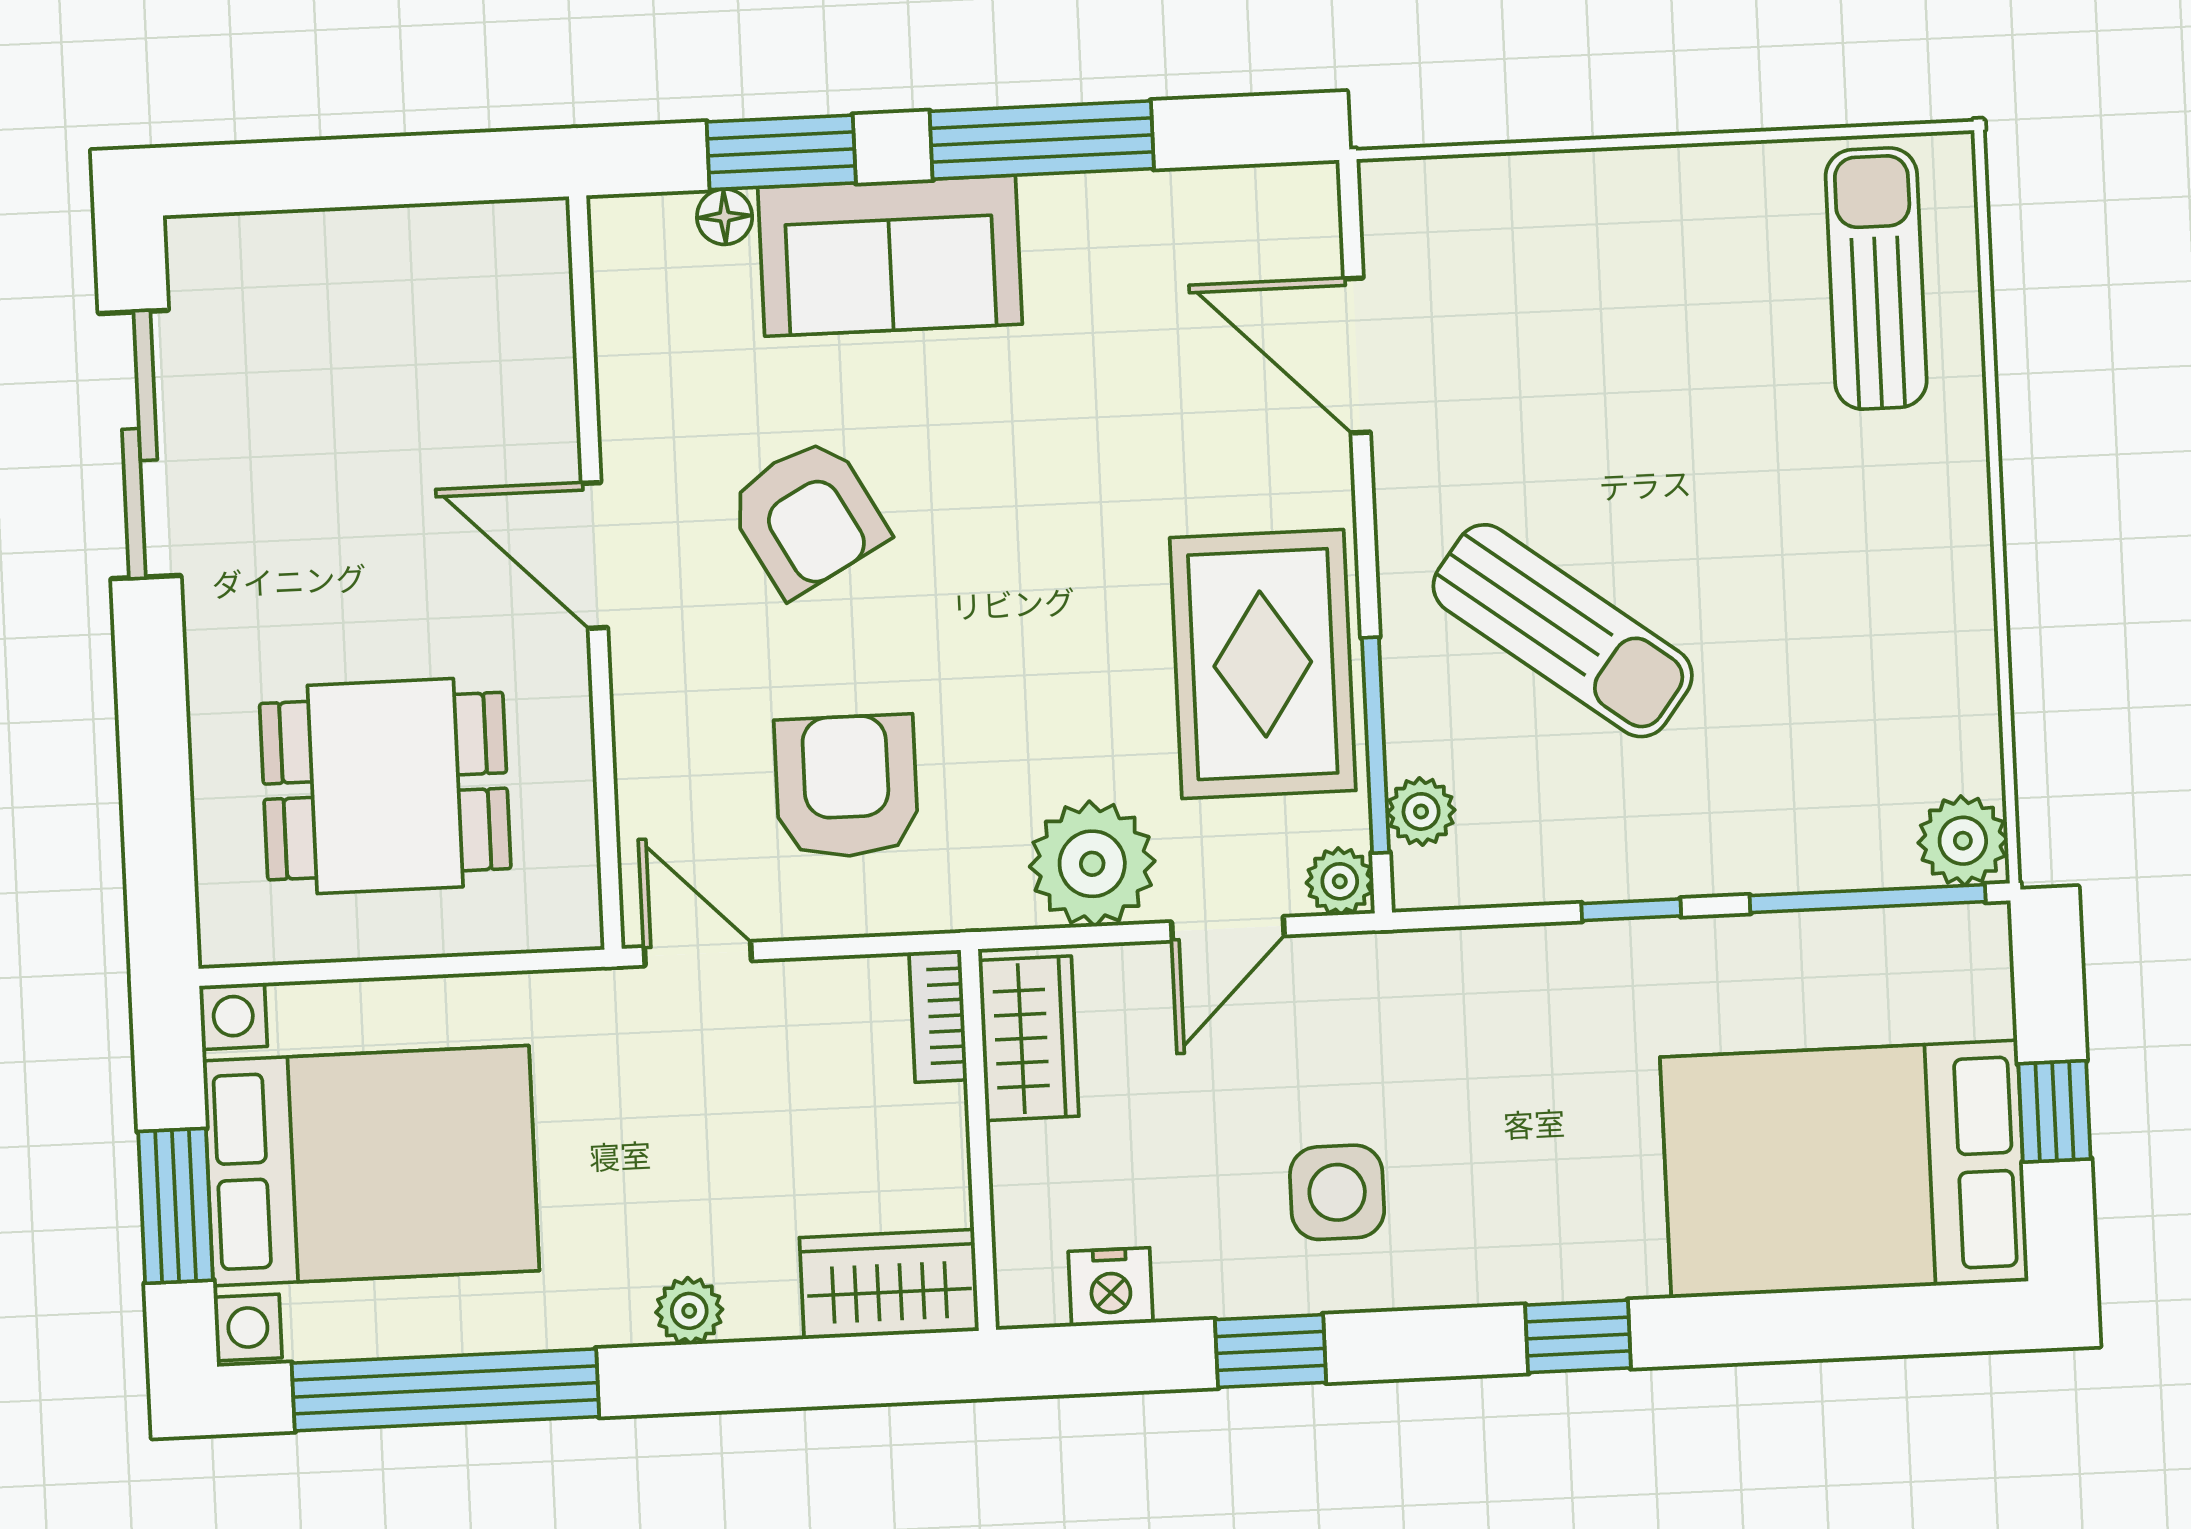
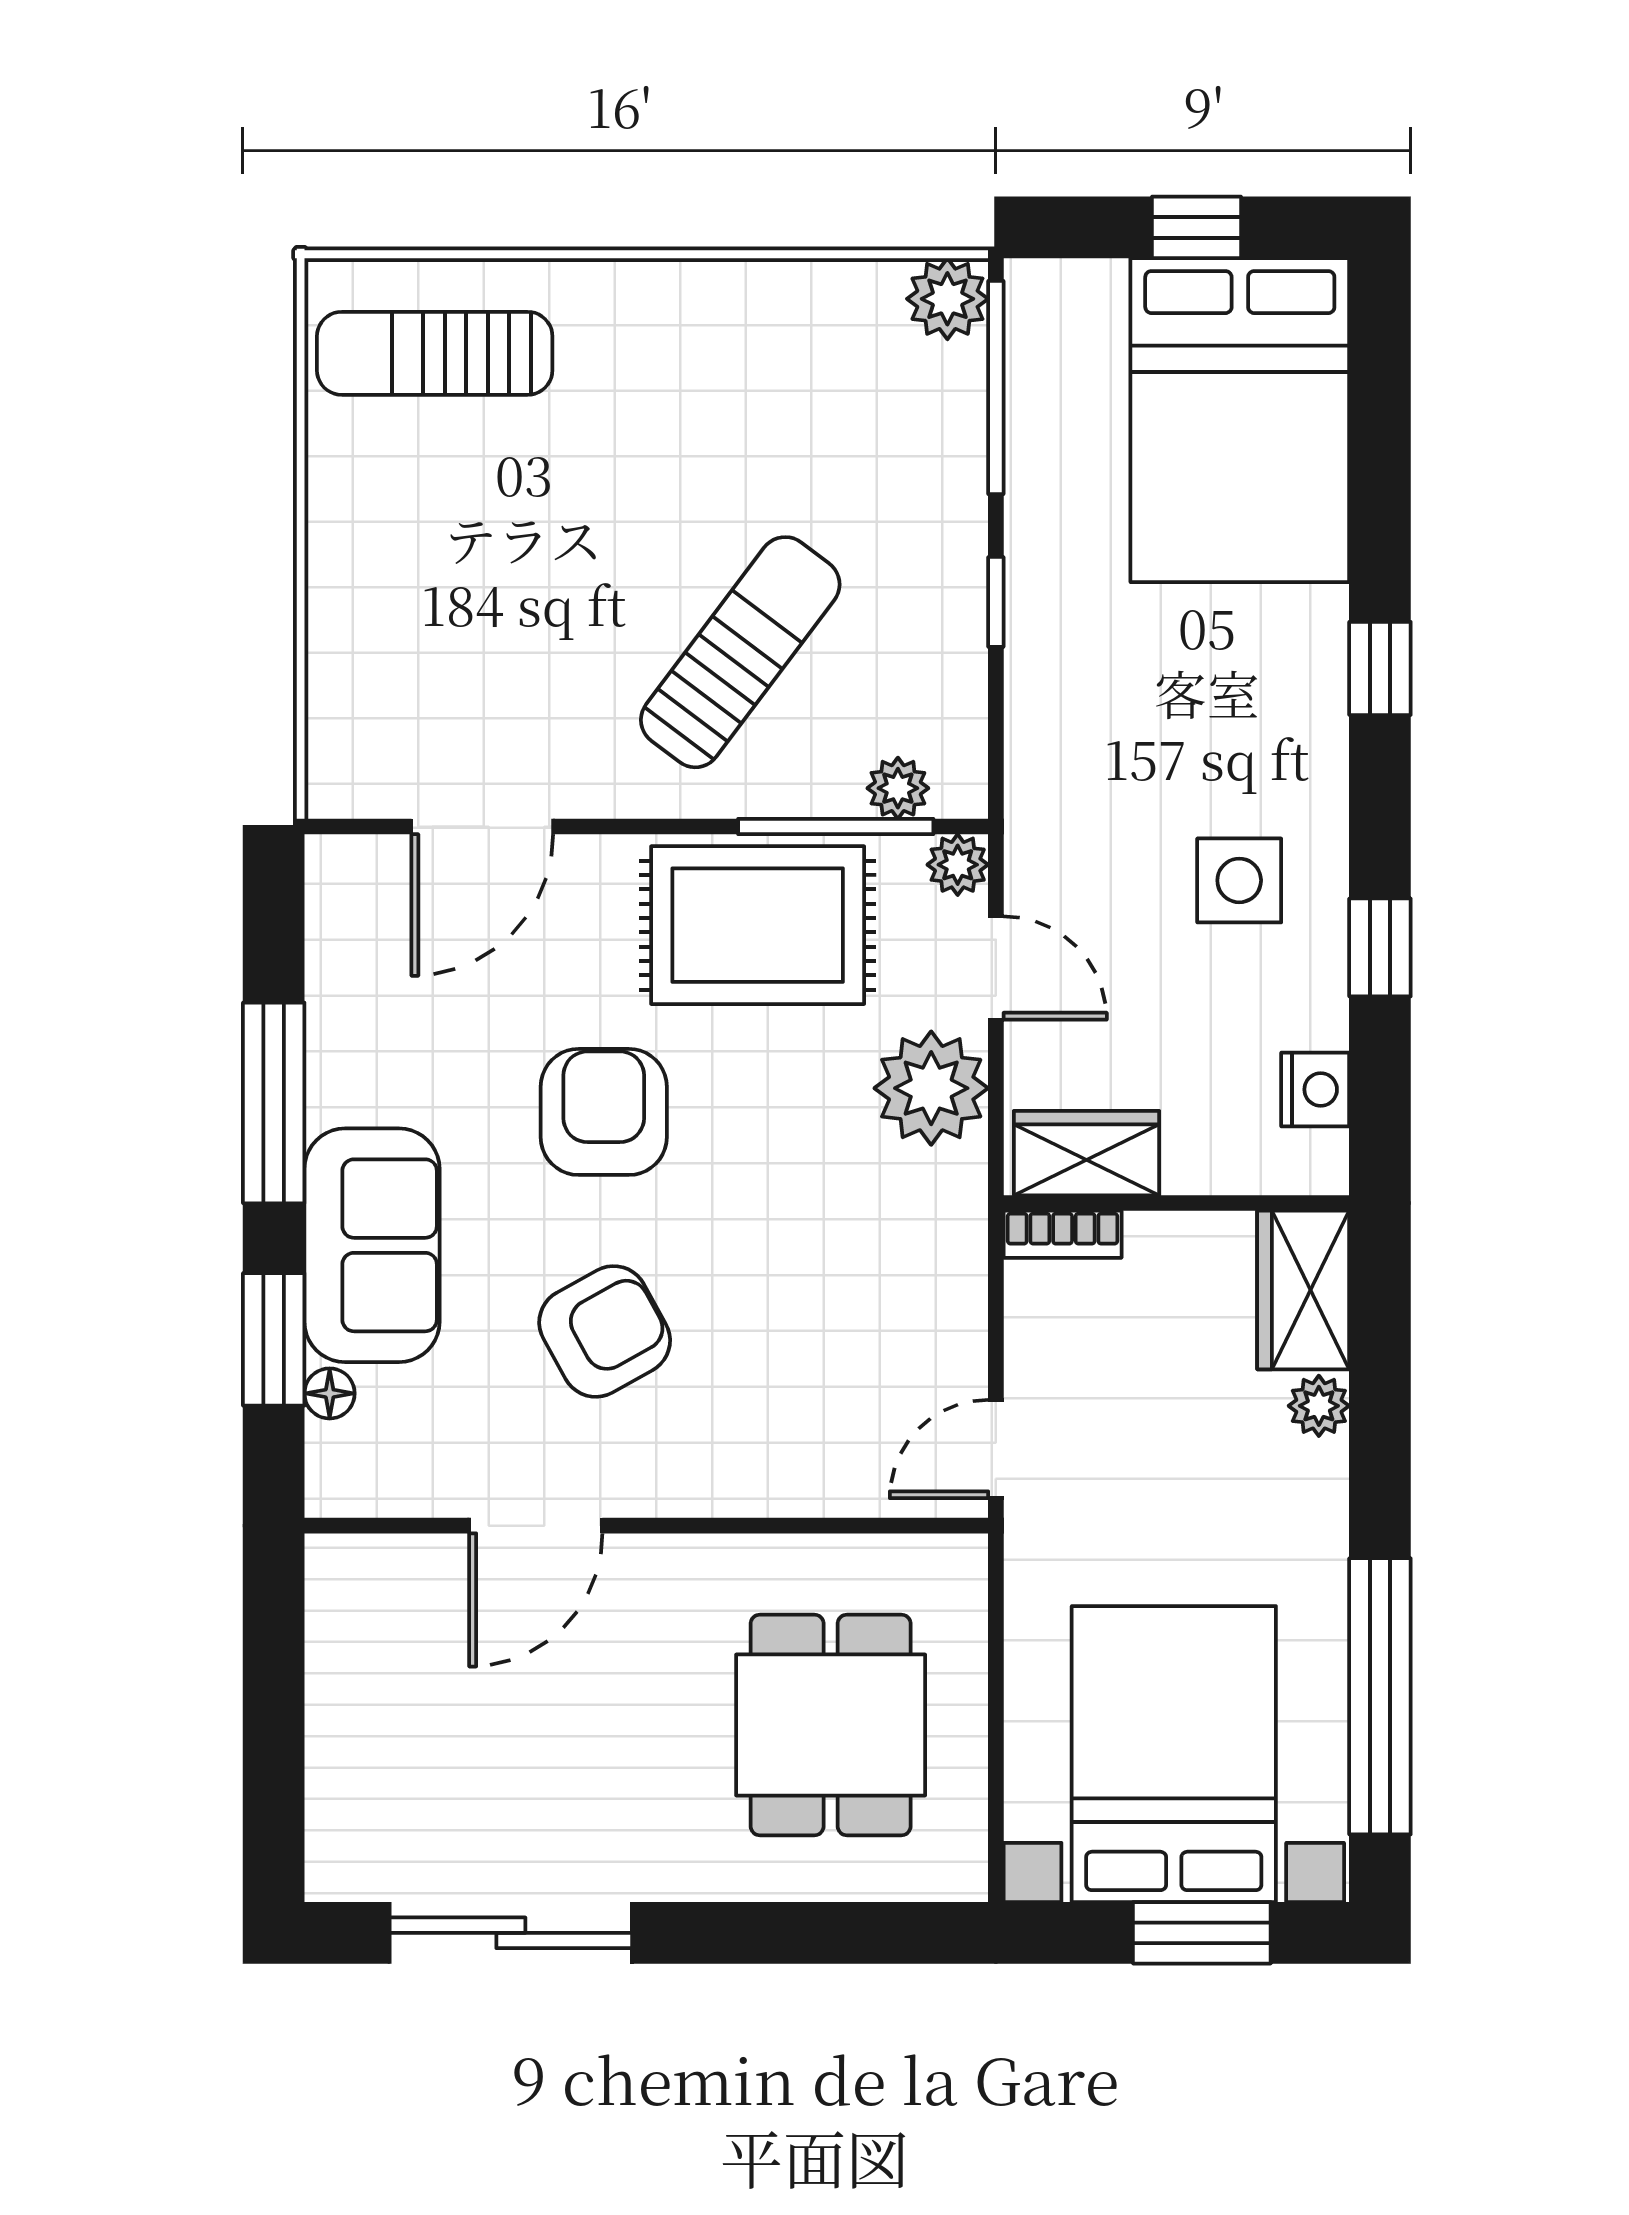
door: (595, 555) -> (536, 1526), moved
armchair: (846, 786) -> (604, 1112), moved, turned 90
plant: (689, 1311) -> (1319, 1406), moved

